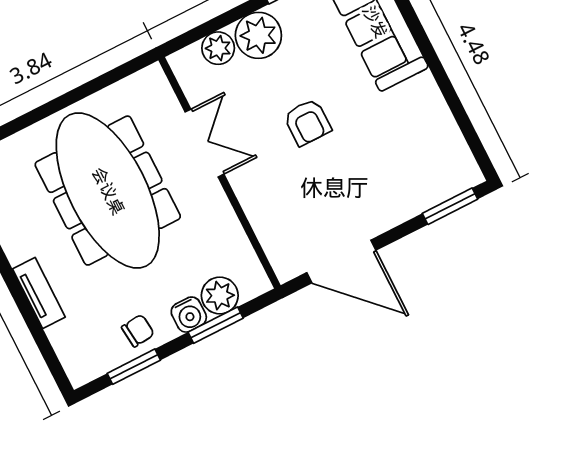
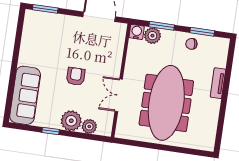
water cooler: (189, 315) -> (137, 32), moved

